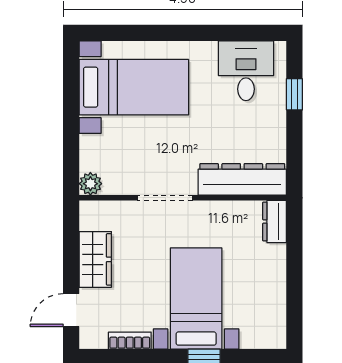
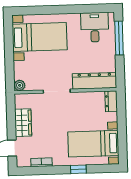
window: (294, 94) -> (119, 38), width x2.17
bed with nightstands: (196, 298) -> (93, 144), moved, turned -90

